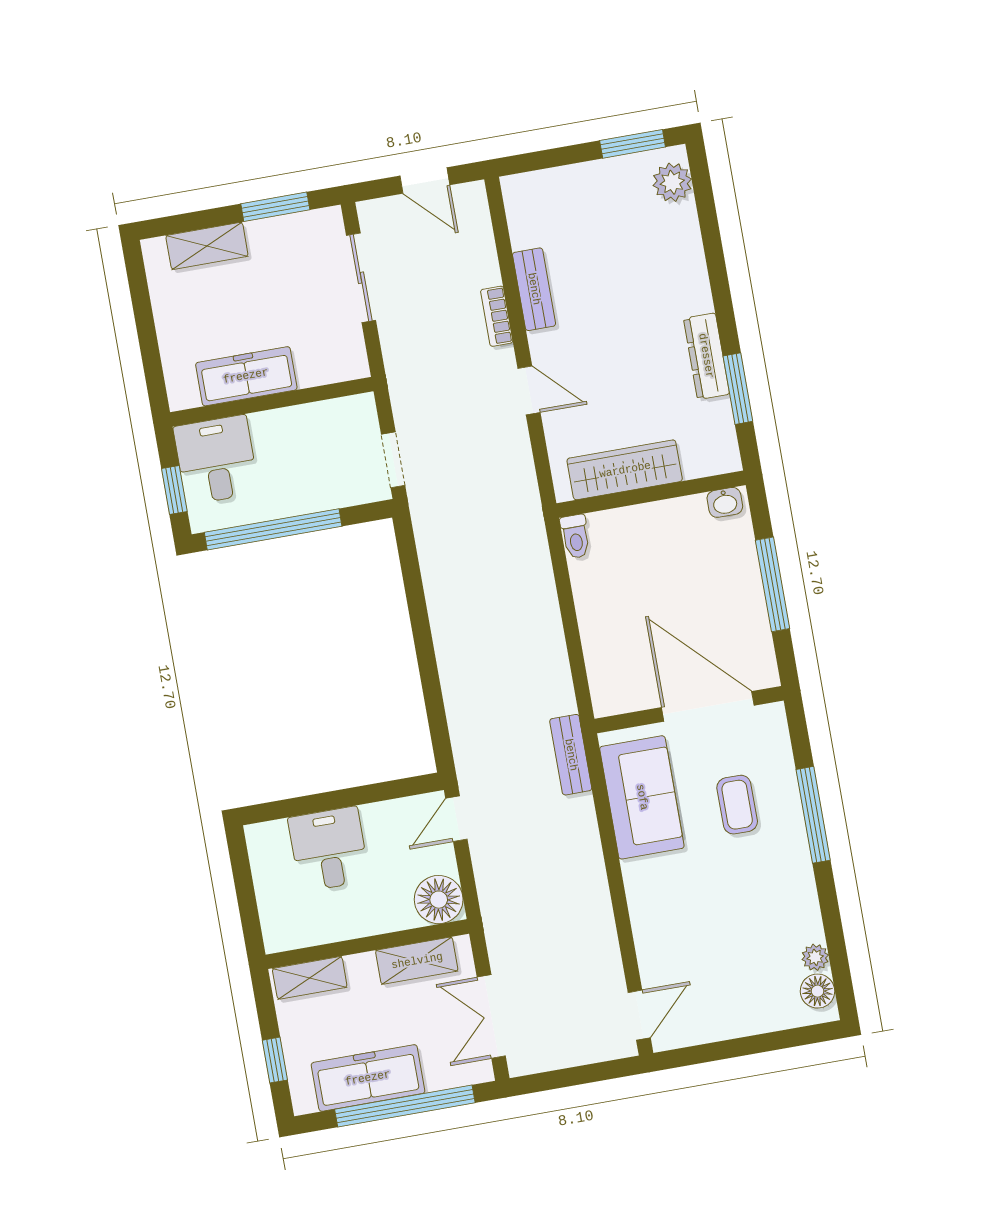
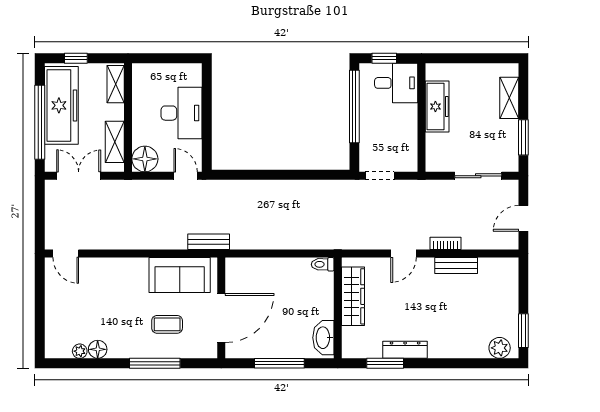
washbasin: (725, 502) -> (323, 338), width x1.91, depth x1.45
desk: (329, 849) -> (181, 113), width x1.37
floor lamp: (818, 991) -> (98, 349), moved
freezer: (368, 1078) -> (61, 105), width x1.36, depth x1.26

